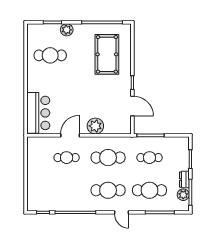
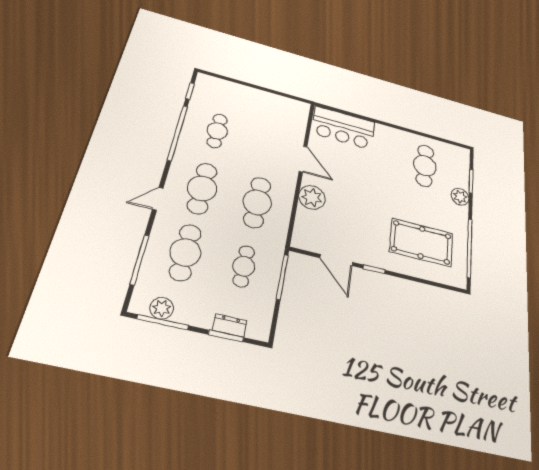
door: (132, 106) -> (336, 260), hinge flipped
cafe table: (67, 158) -> (217, 131), moved
dresser: (184, 180) -> (230, 325), moved

